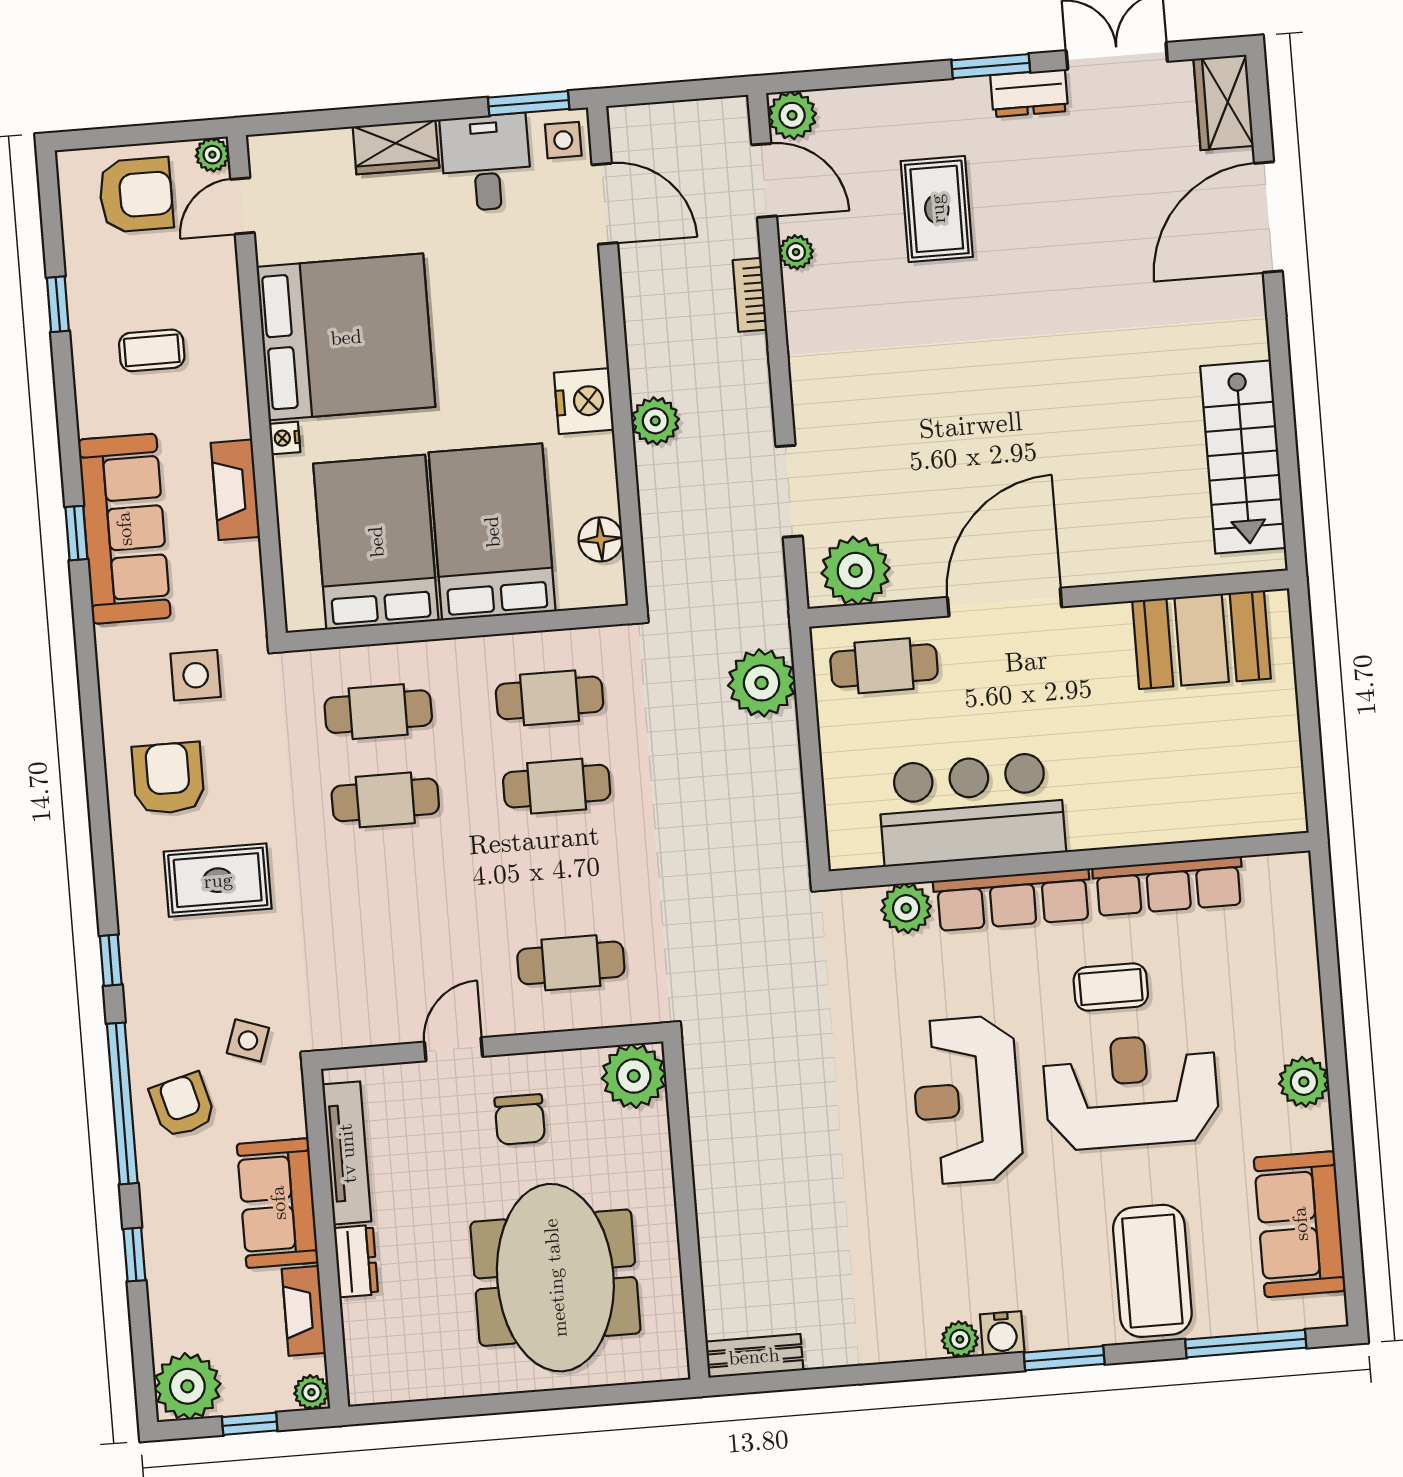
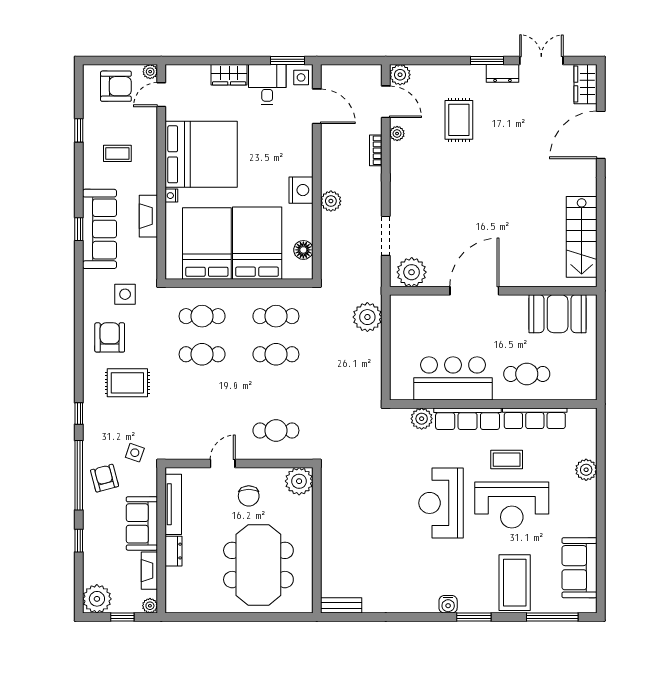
cafe table: (884, 666) -> (527, 374), moved
plant: (1304, 1082) -> (586, 470), moved
reception desk: (1131, 1091) -> (512, 505), turned 180
plant: (960, 1339) -> (430, 605), removed

